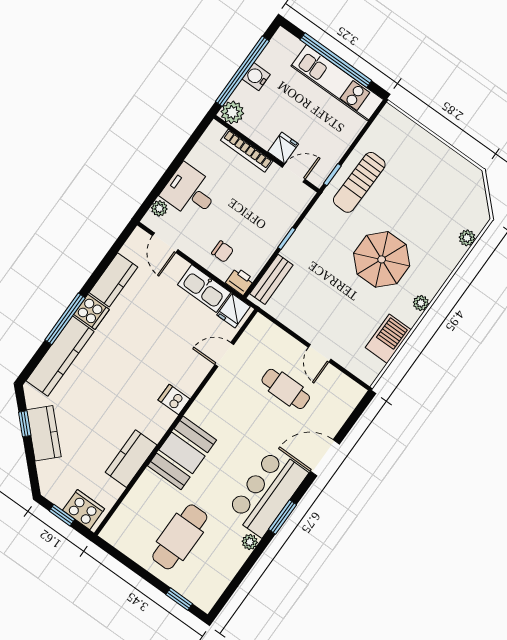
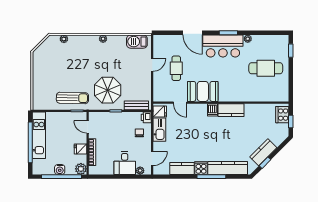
fridge: (283, 148) -> (81, 149), moved
parasol: (382, 259) -> (108, 90), moved
barbecue: (388, 339) -> (137, 42), moved
booth: (182, 453) -> (203, 91), moved
kitchen counter: (131, 459) -> (231, 110), moved

